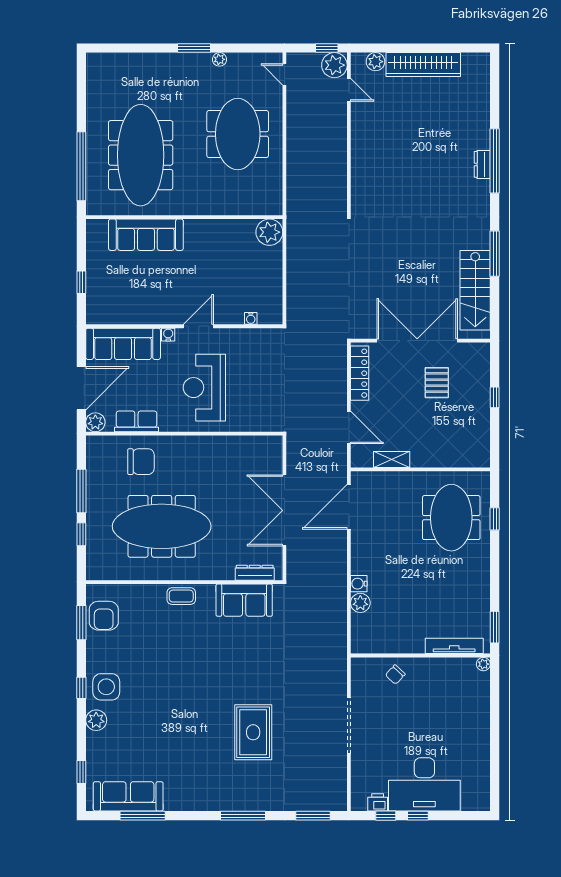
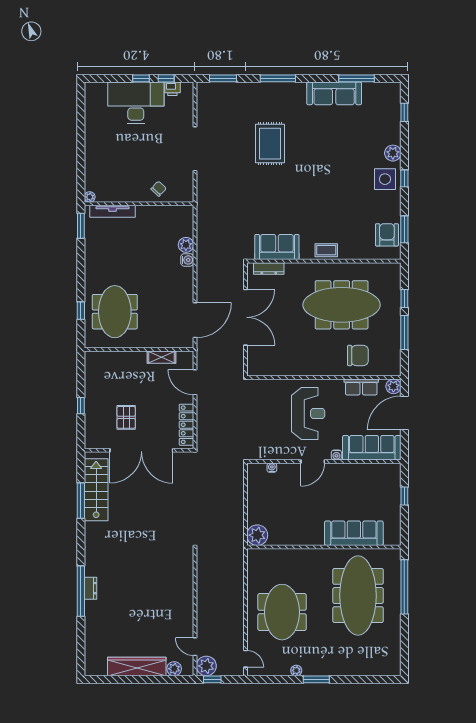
window: (495, 254) -> (81, 501), moved
chair: (141, 462) -> (358, 355), turned 180
sofa: (128, 796) -> (334, 93), moved

